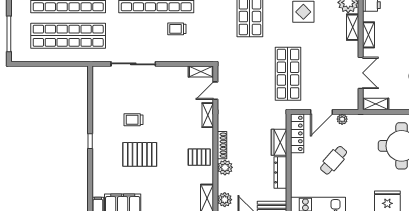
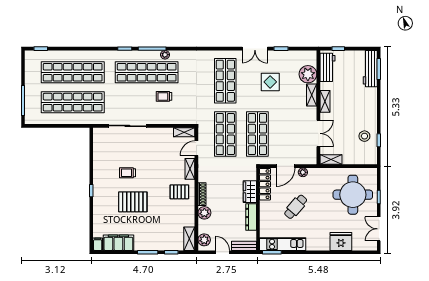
shop shelf: (250, 74) -> (225, 134), added
pallet: (199, 157) -> (179, 192), moved

